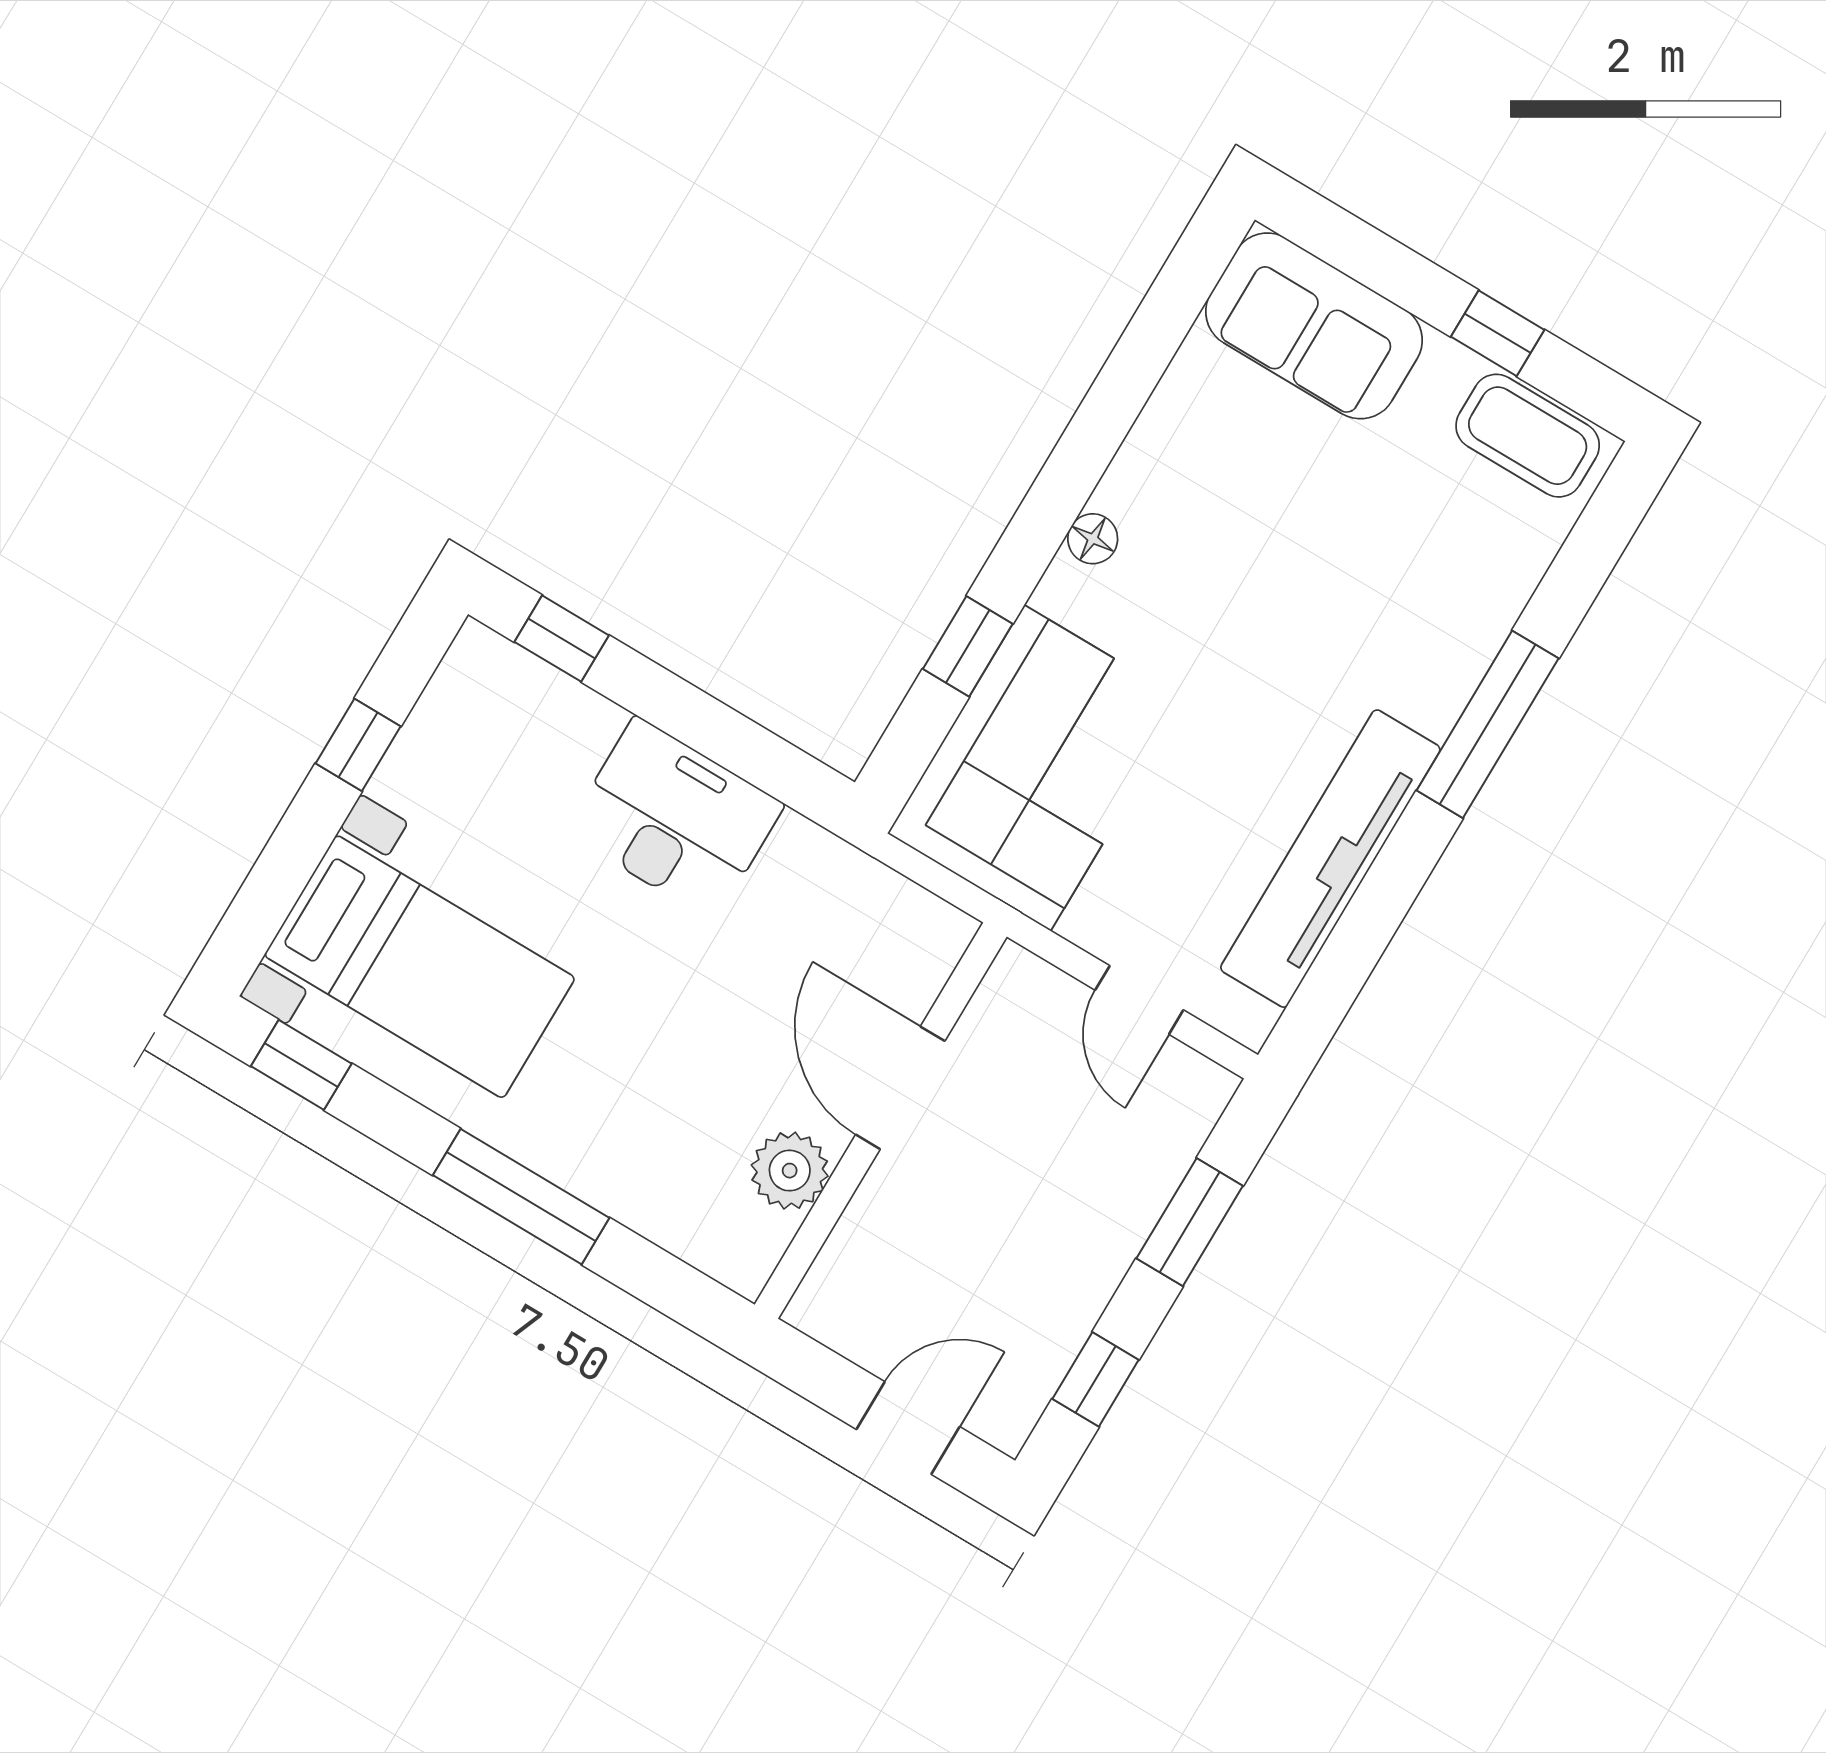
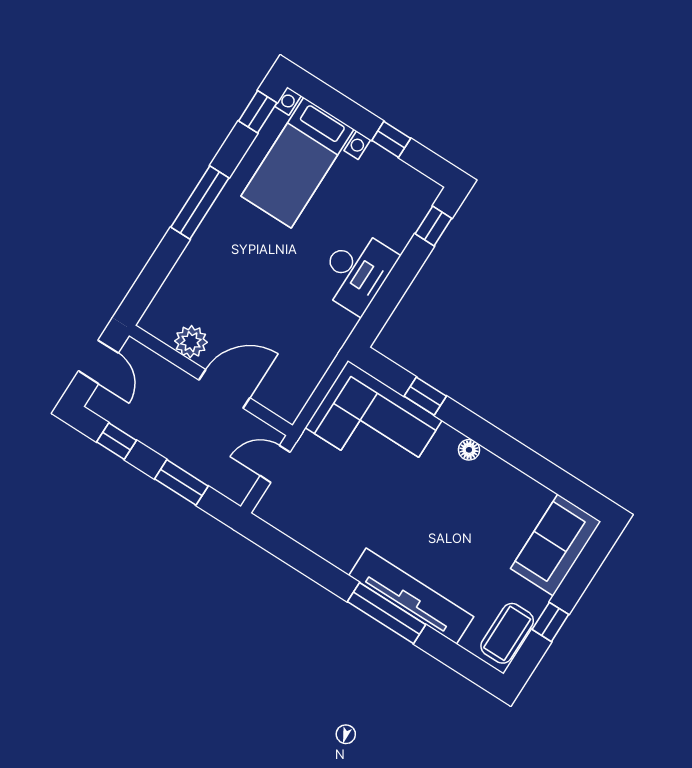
tv unit: (1330, 859) -> (411, 596), moved
door: (900, 1088) -> (224, 389), moved
wall: (881, 1121) -> (211, 380), moved
plant: (790, 1171) -> (191, 342), moved

